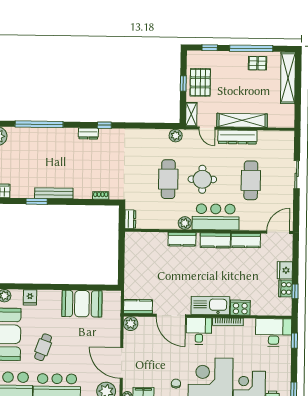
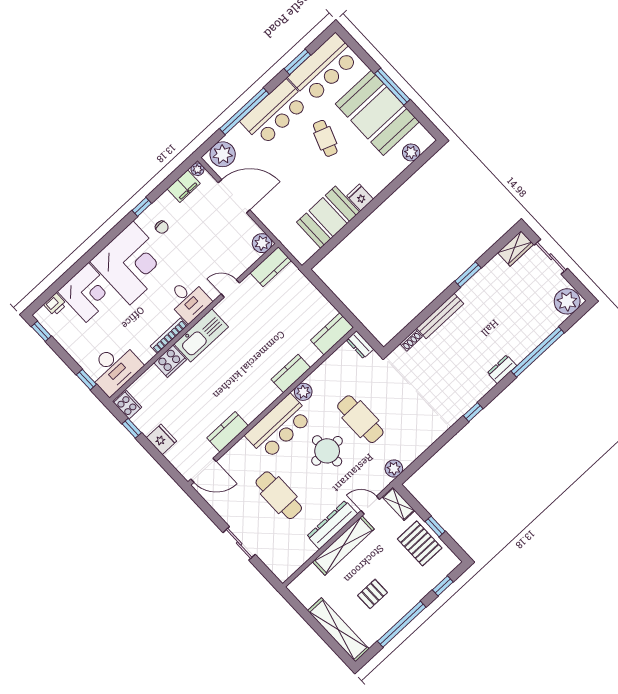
pallet: (257, 63) -> (373, 594), moved
dresser: (88, 134) -> (502, 369), moved
bench: (54, 193) -> (440, 316), moved
door: (278, 232) -> (203, 470), hinge flipped
kitchen counter: (215, 240) -> (332, 334), moved
cooker: (286, 288) -> (128, 405), moved
fridge: (30, 297) -> (360, 197), moved
door: (171, 316) -> (230, 288), width x0.53

